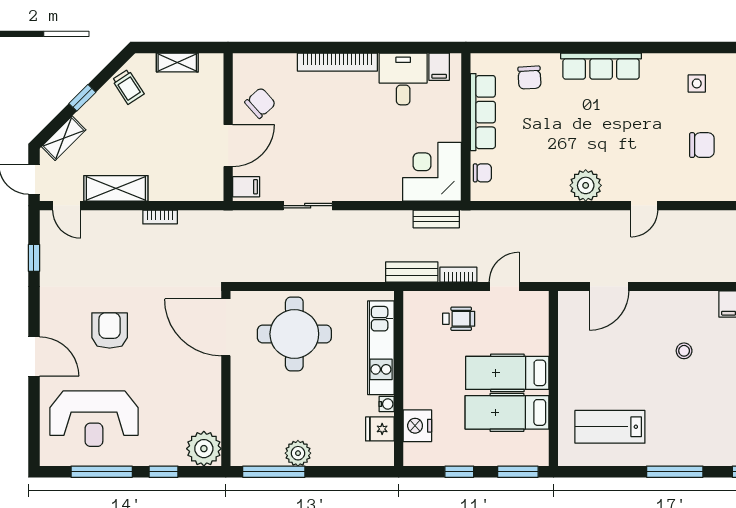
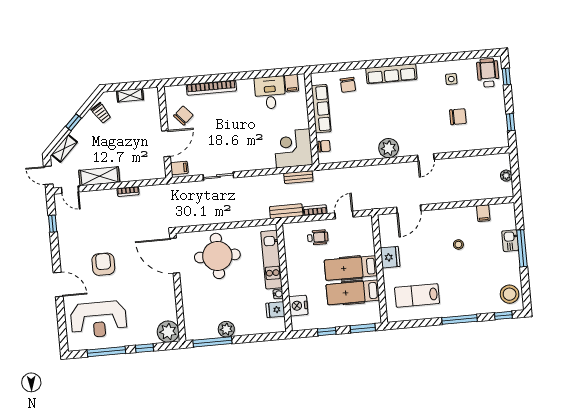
bookcase: (337, 62) -> (211, 88), moved
fridge: (572, 361) -> (390, 257), added

